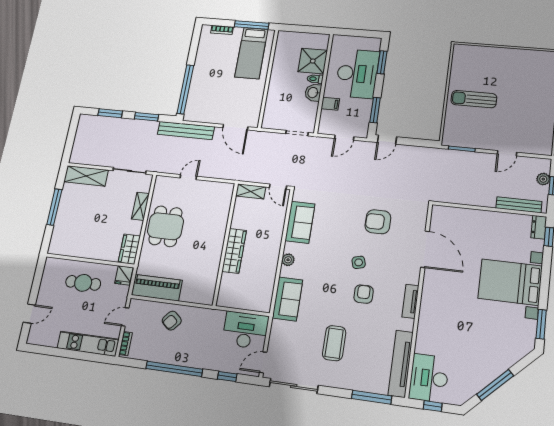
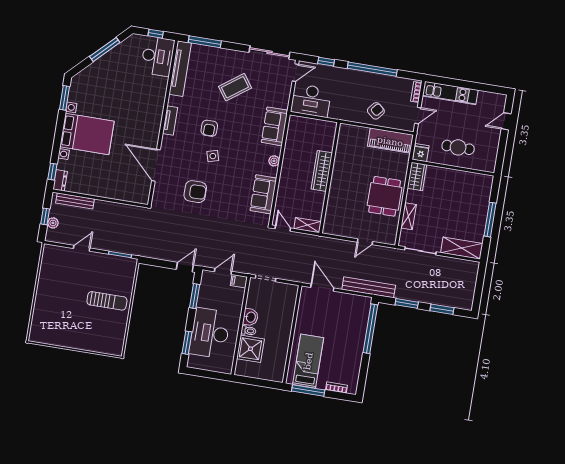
filing cabinet: (330, 104) -> (239, 281), moved
coffee table: (334, 343) -> (235, 87), turned 54

